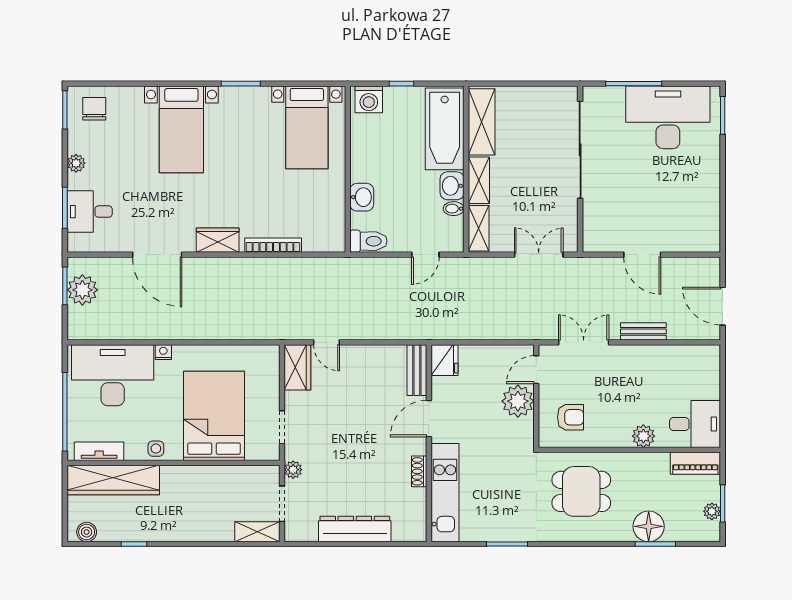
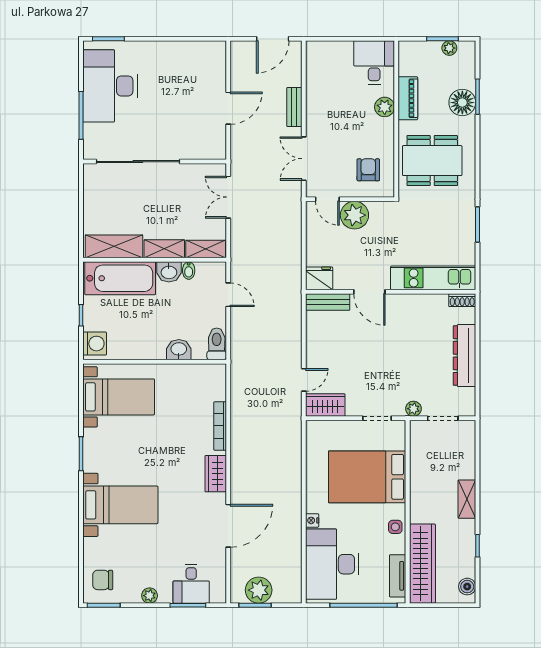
piano: (695, 463) -> (408, 98), moved
shoe rack: (419, 471) -> (462, 300), moved
dining table: (581, 491) -> (432, 161), width x1.38
shelving: (257, 532) -> (467, 499), moved

